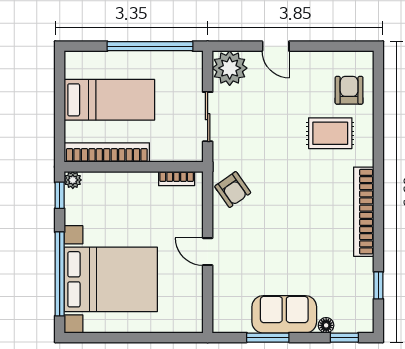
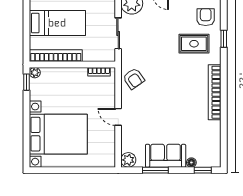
window: (60, 274) -> (27, 131), removed
window: (378, 285) -> (224, 39), moved
plant: (224, 321) -> (128, 160), added

